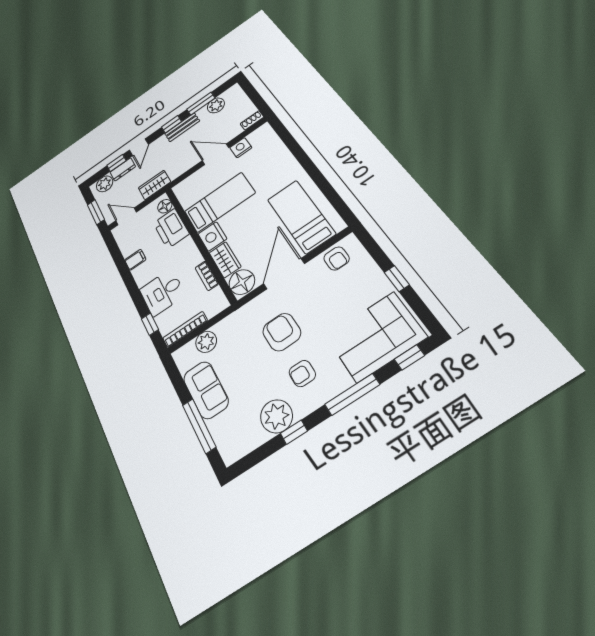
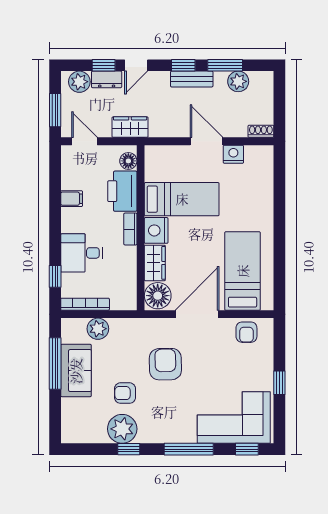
bookcase: (207, 276) -> (130, 229), moved
armchair: (302, 373) -> (125, 393), moved
window: (199, 426) -> (55, 364), moved

